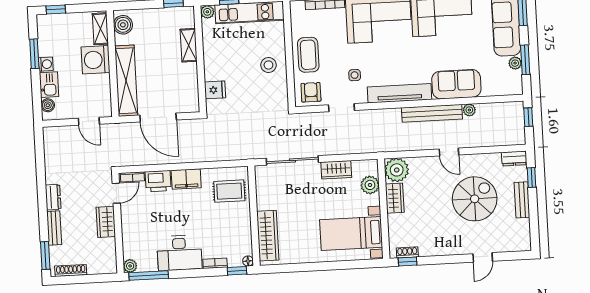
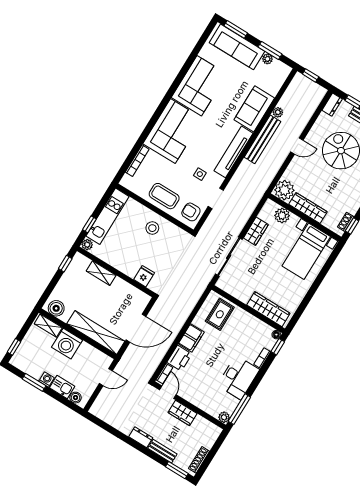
wardrobe: (395, 198) -> (308, 208), width x1.50

